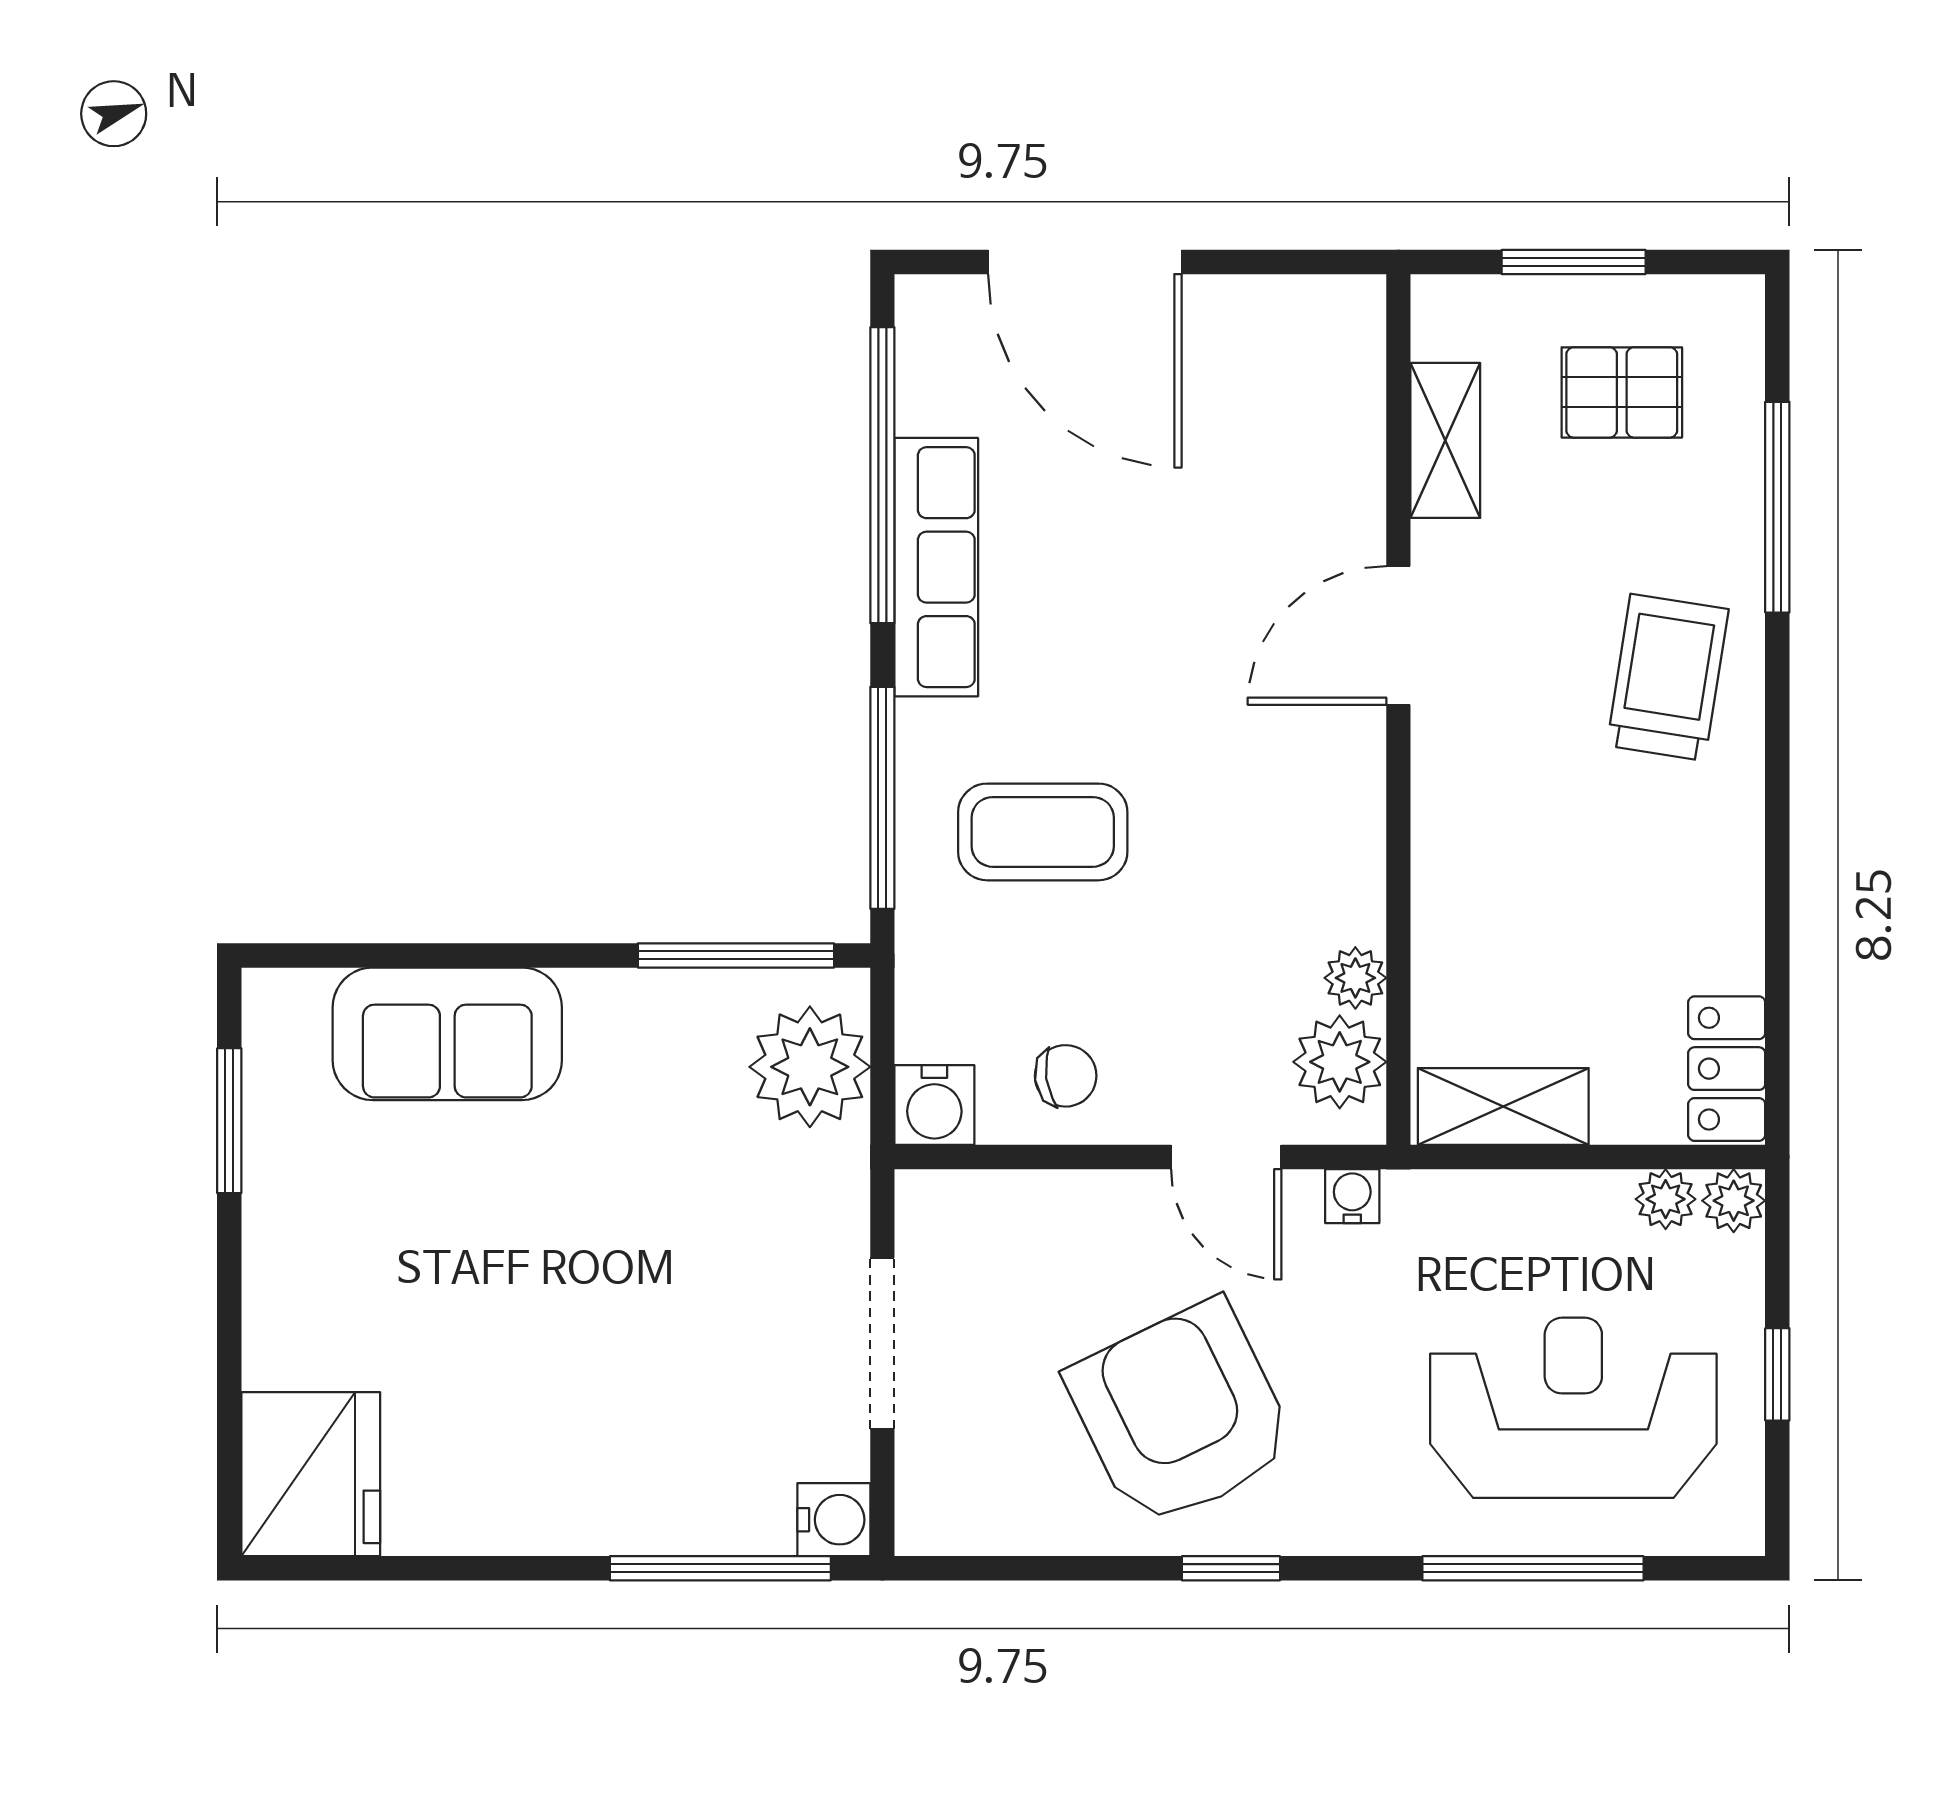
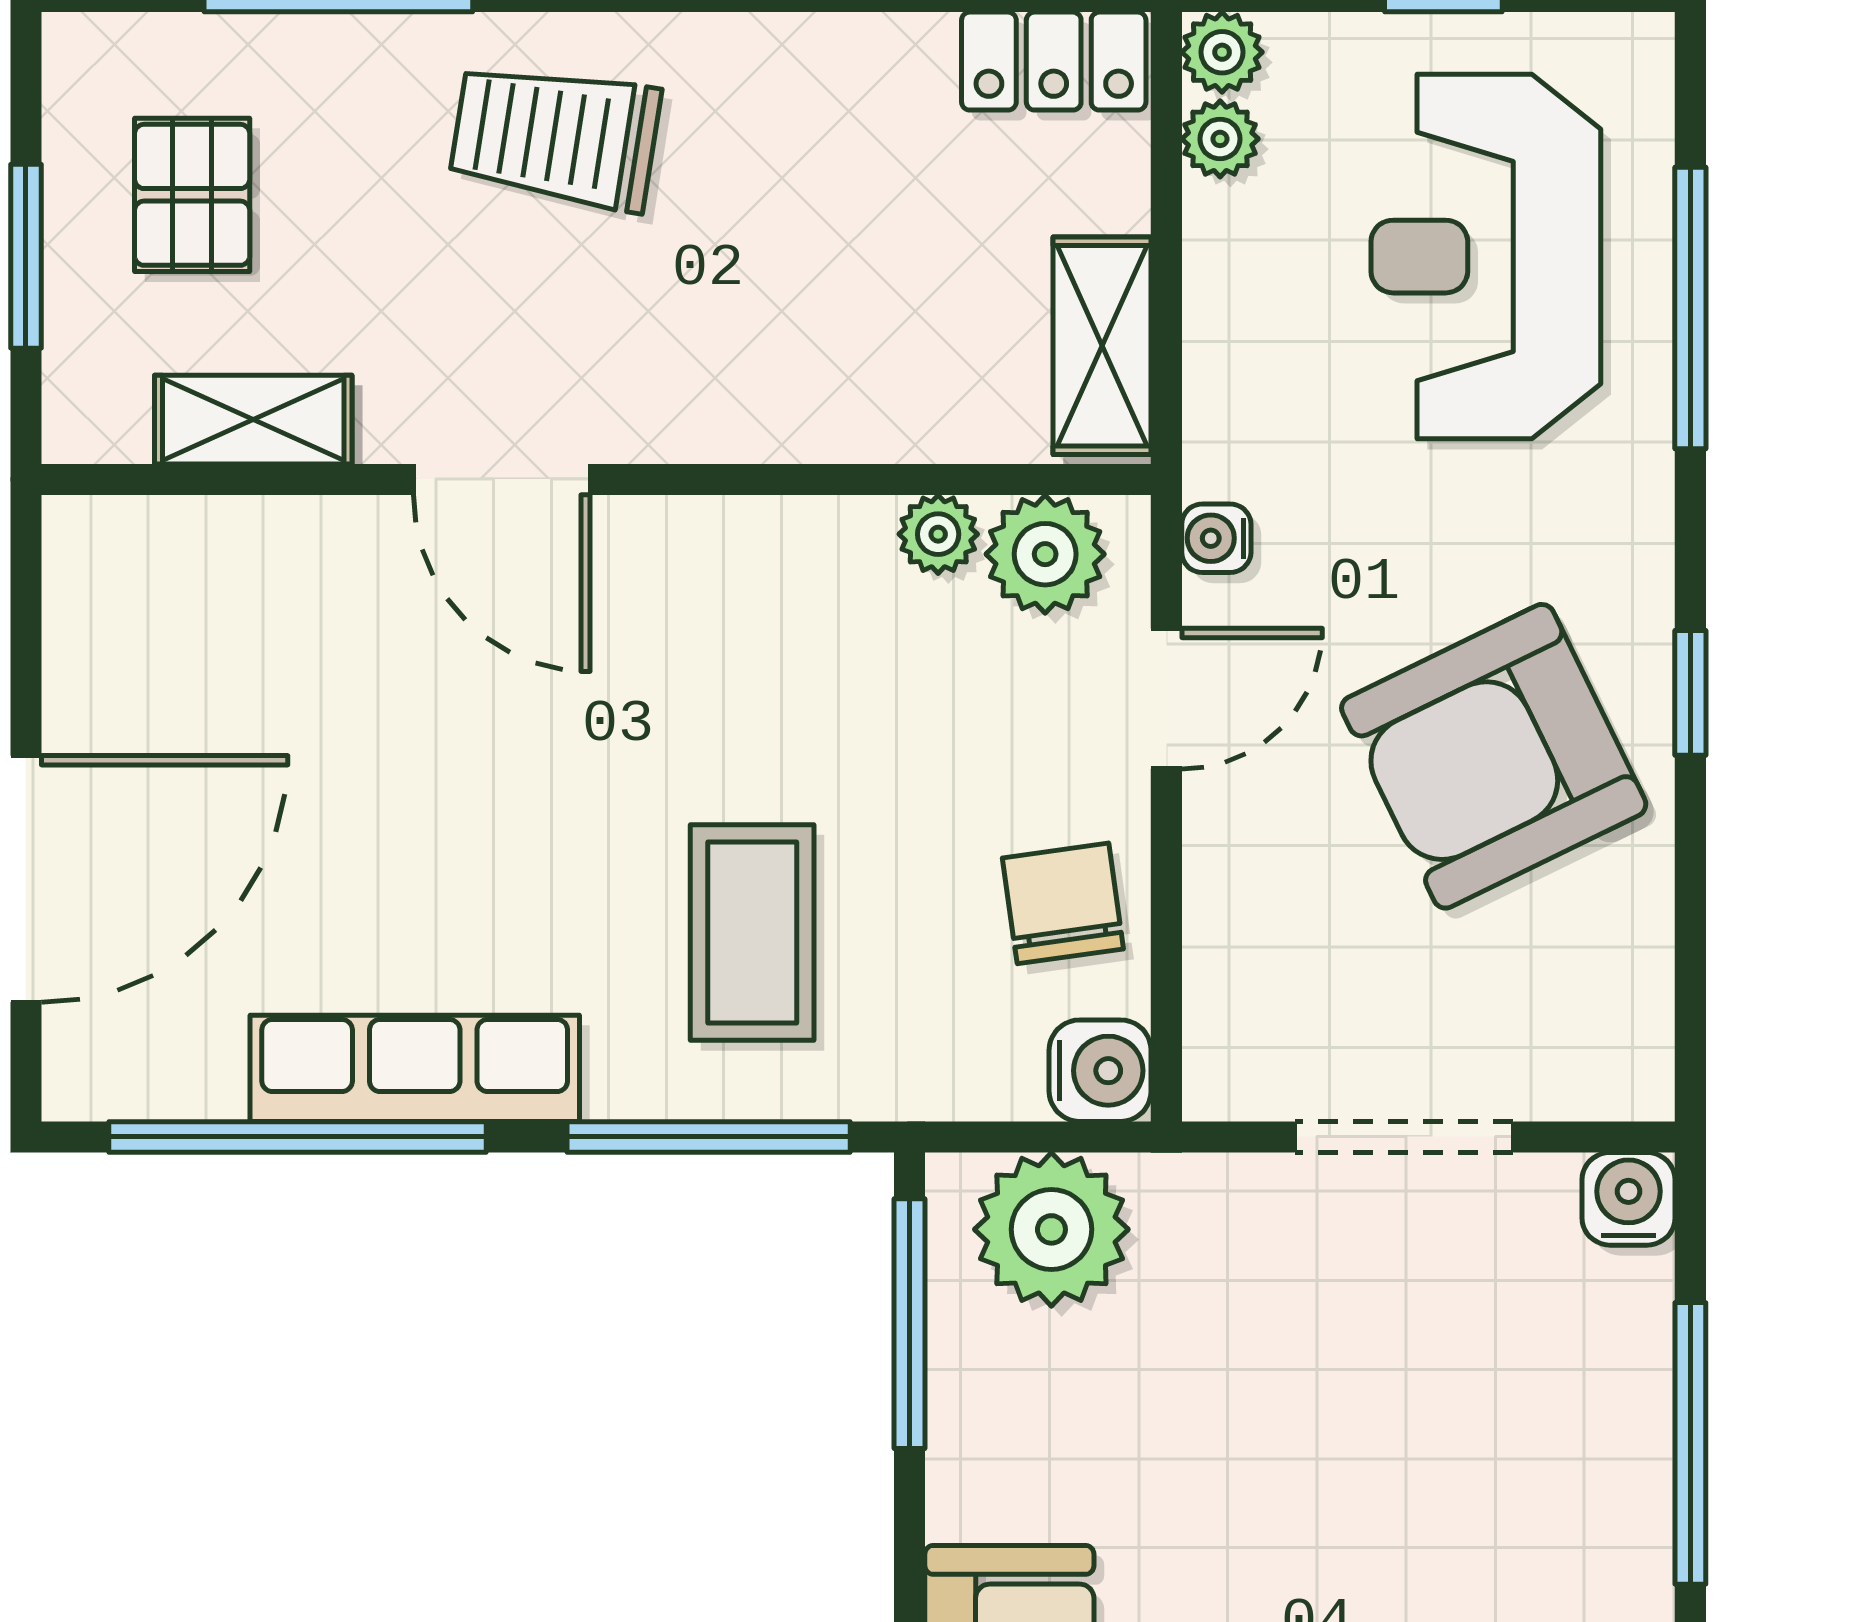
chair: (1066, 1076) -> (1063, 903), width x1.37, depth x1.37
window: (720, 1568) -> (1690, 1443), moved

